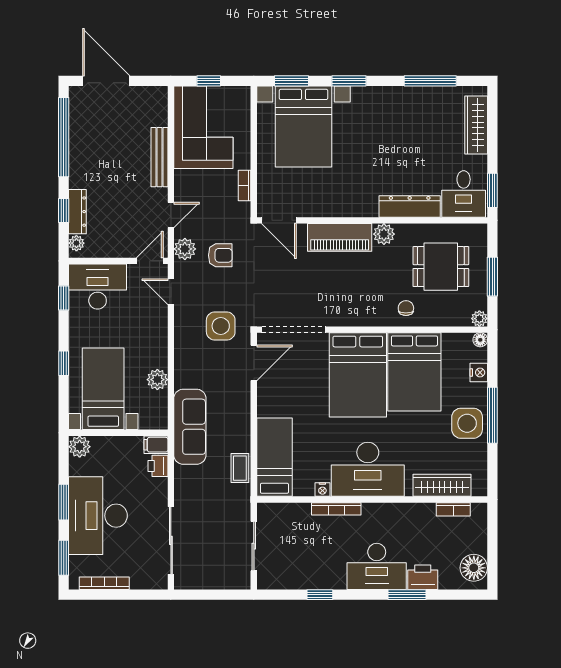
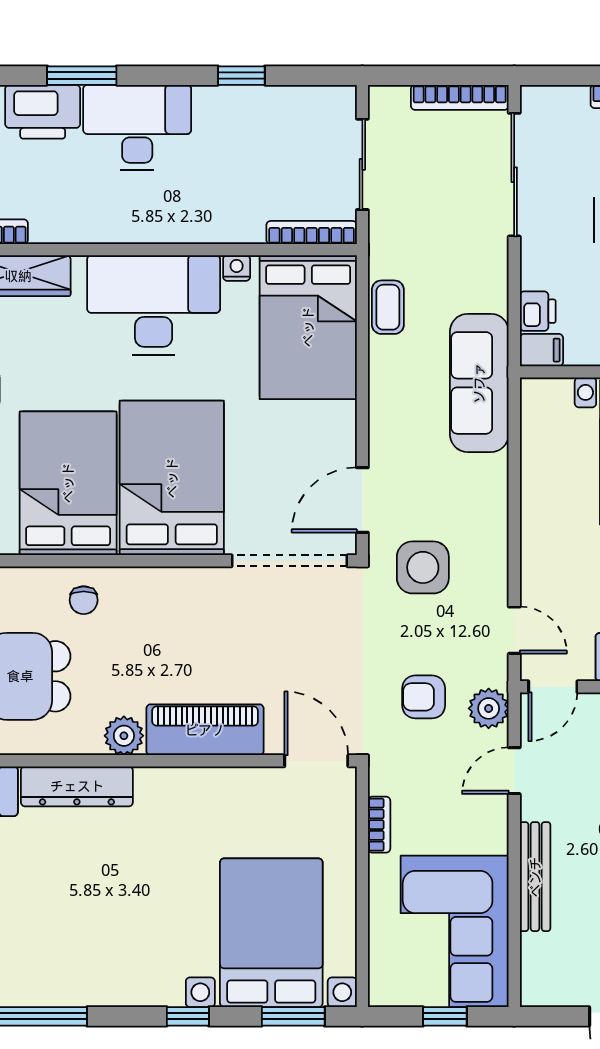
window: (349, 81) -> (188, 1016), width x0.67
plant: (157, 380) -> (539, 469), removed
bed: (274, 457) -> (308, 327), width x1.50
bookcase: (336, 509) -> (312, 233), moved
printer: (423, 577) -> (43, 112), width x1.37, depth x1.19
bookcase: (201, 583) -> (460, 97), added

